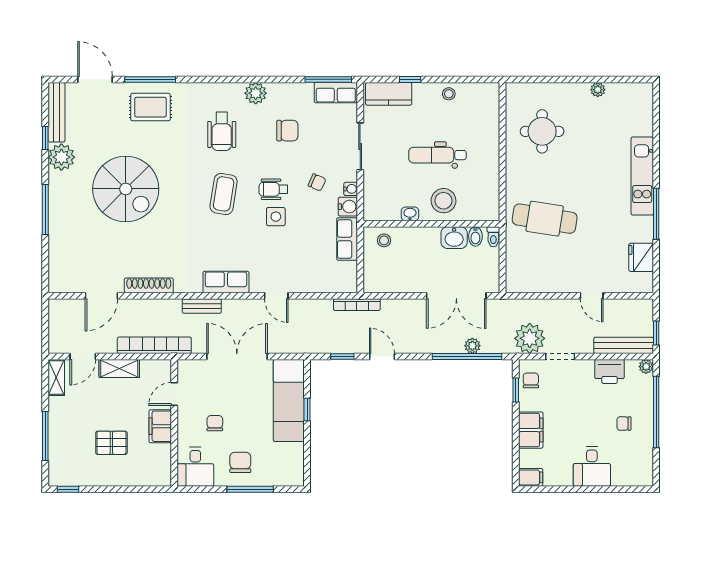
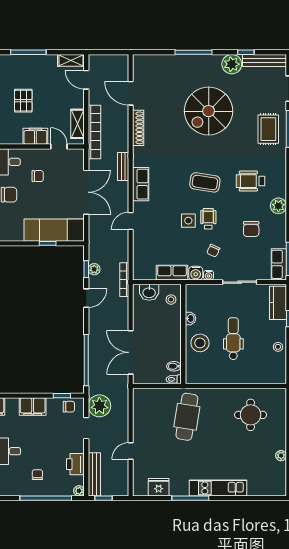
washbasin: (454, 238) -> (149, 292), moved, turned -90
plant: (472, 346) -> (94, 269), moved
shelving: (119, 368) -> (78, 124), moved

